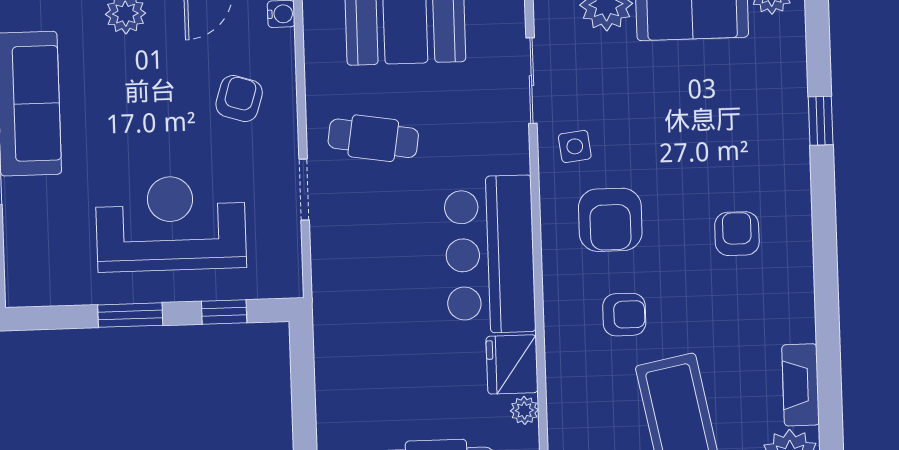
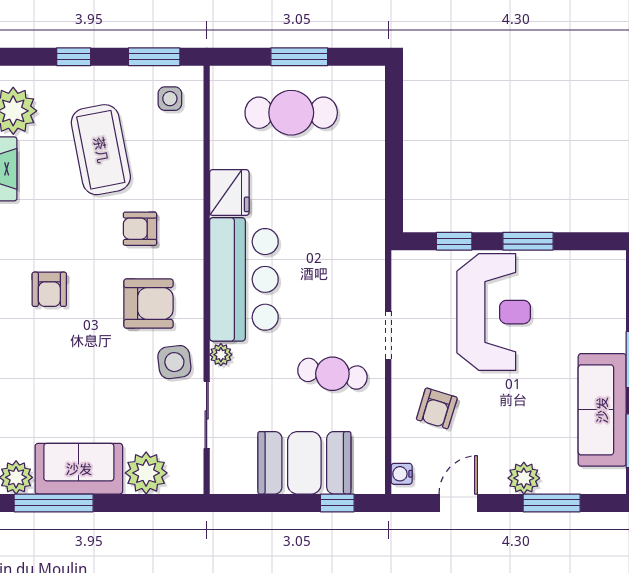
side table: (575, 146) -> (174, 362), width x1.37, depth x1.37
armchair: (610, 220) -> (148, 304), turned 90
reception desk: (171, 223) -> (494, 312), turned -90
plant: (524, 410) -> (221, 355), moved

